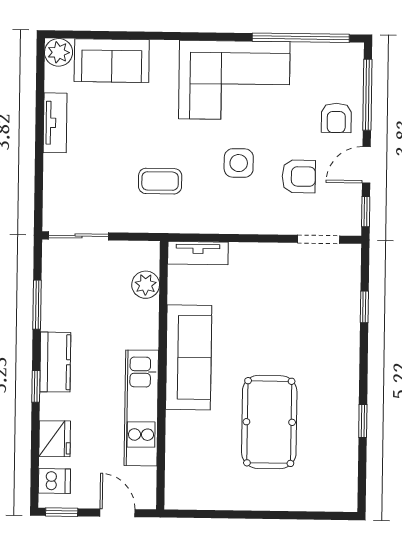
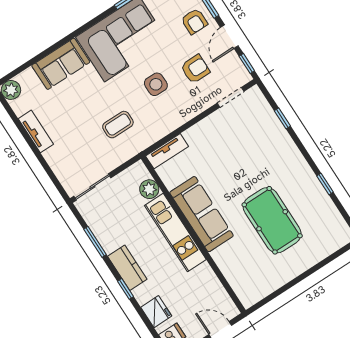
sofa: (112, 61) -> (61, 64), moved
kitchen unit: (141, 408) -> (175, 233), moved

